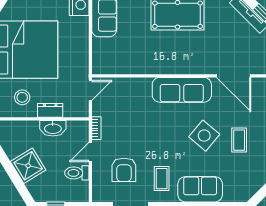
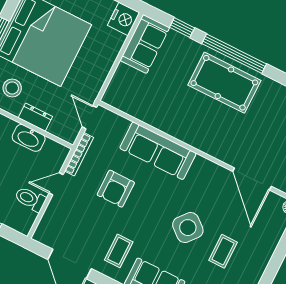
door: (90, 90) -> (89, 117), swing flipped
sofa: (182, 90) -> (158, 151), moved
bookcase: (96, 128) -> (79, 154), width x1.56
armchair: (124, 170) -> (116, 189), moved

